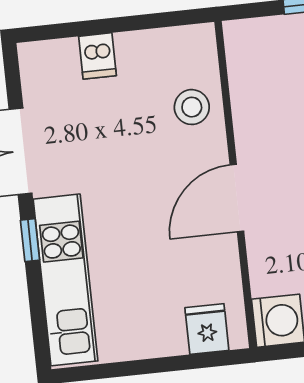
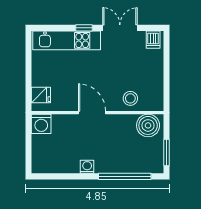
dishwasher: (97, 56) -> (153, 40), moved, turned -90
boiler: (254, 56) -> (148, 125), added

